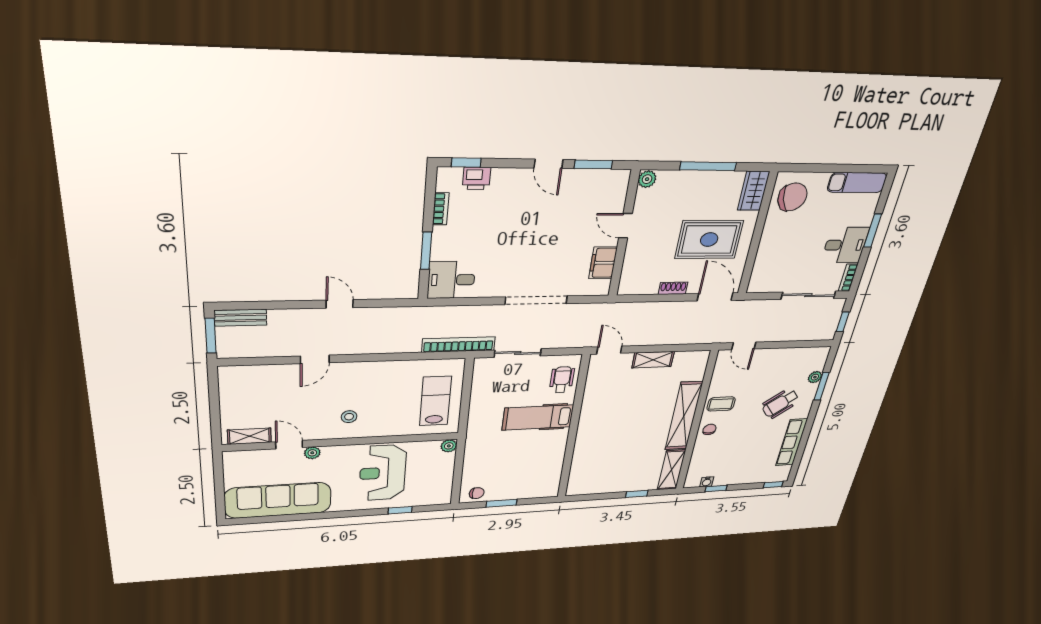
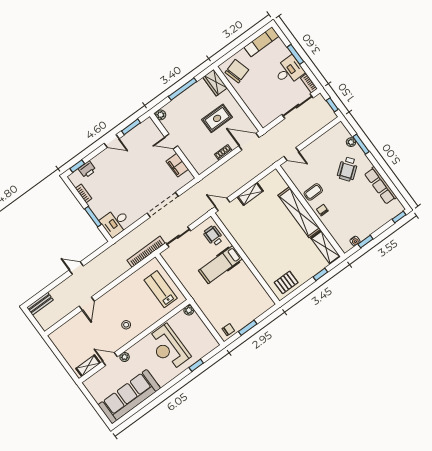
rug: (709, 240) -> (217, 118), width x0.73, depth x0.70
window: (211, 336) -> (34, 321), removed
pallet: (592, 481) -> (286, 282), added

